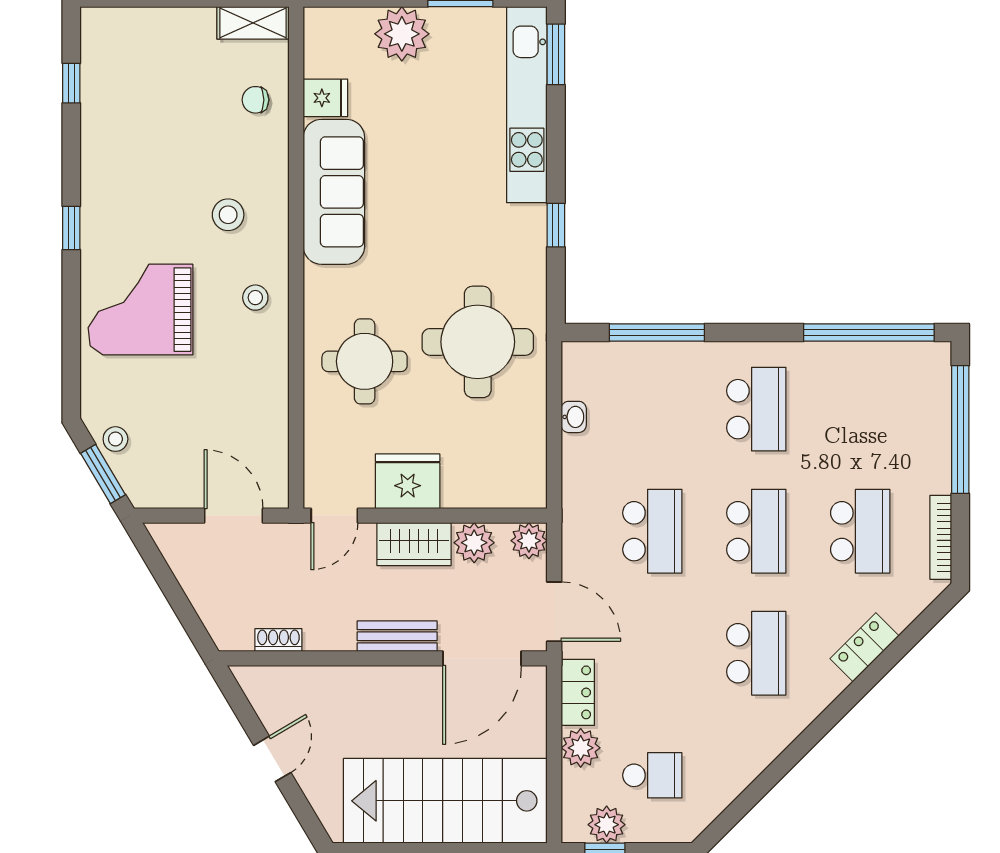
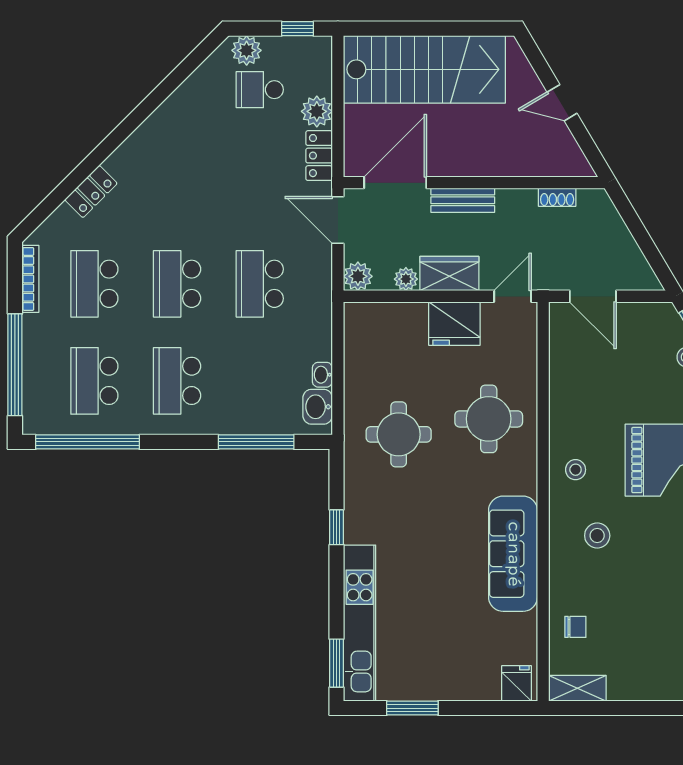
plant: (402, 34) -> (459, 679), removed
fridge: (325, 98) -> (517, 683), moved, turned 90
round table: (478, 342) -> (399, 434), width x0.73, depth x0.73
washbasin: (580, 377) -> (318, 407), added
plant: (474, 543) -> (406, 279), width x0.73, depth x0.73
school desk: (756, 653) -> (94, 381), moved
door: (272, 759) -> (562, 103), hinge flipped
plant: (607, 825) -> (247, 50), moved

